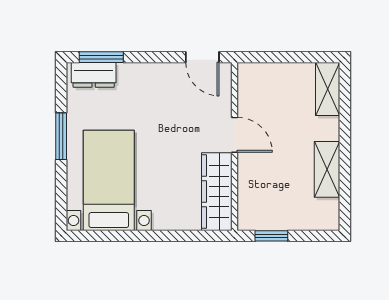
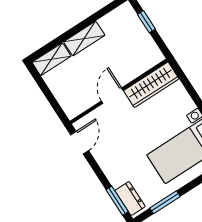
window: (61, 136) -> (165, 202), moved
shelving: (327, 169) -> (84, 39), moved
window: (271, 236) -> (146, 22), moved

